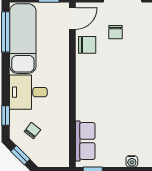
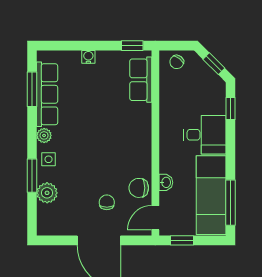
washbasin: (63, 50) -> (166, 182), added
chair: (32, 131) -> (177, 62), moved

